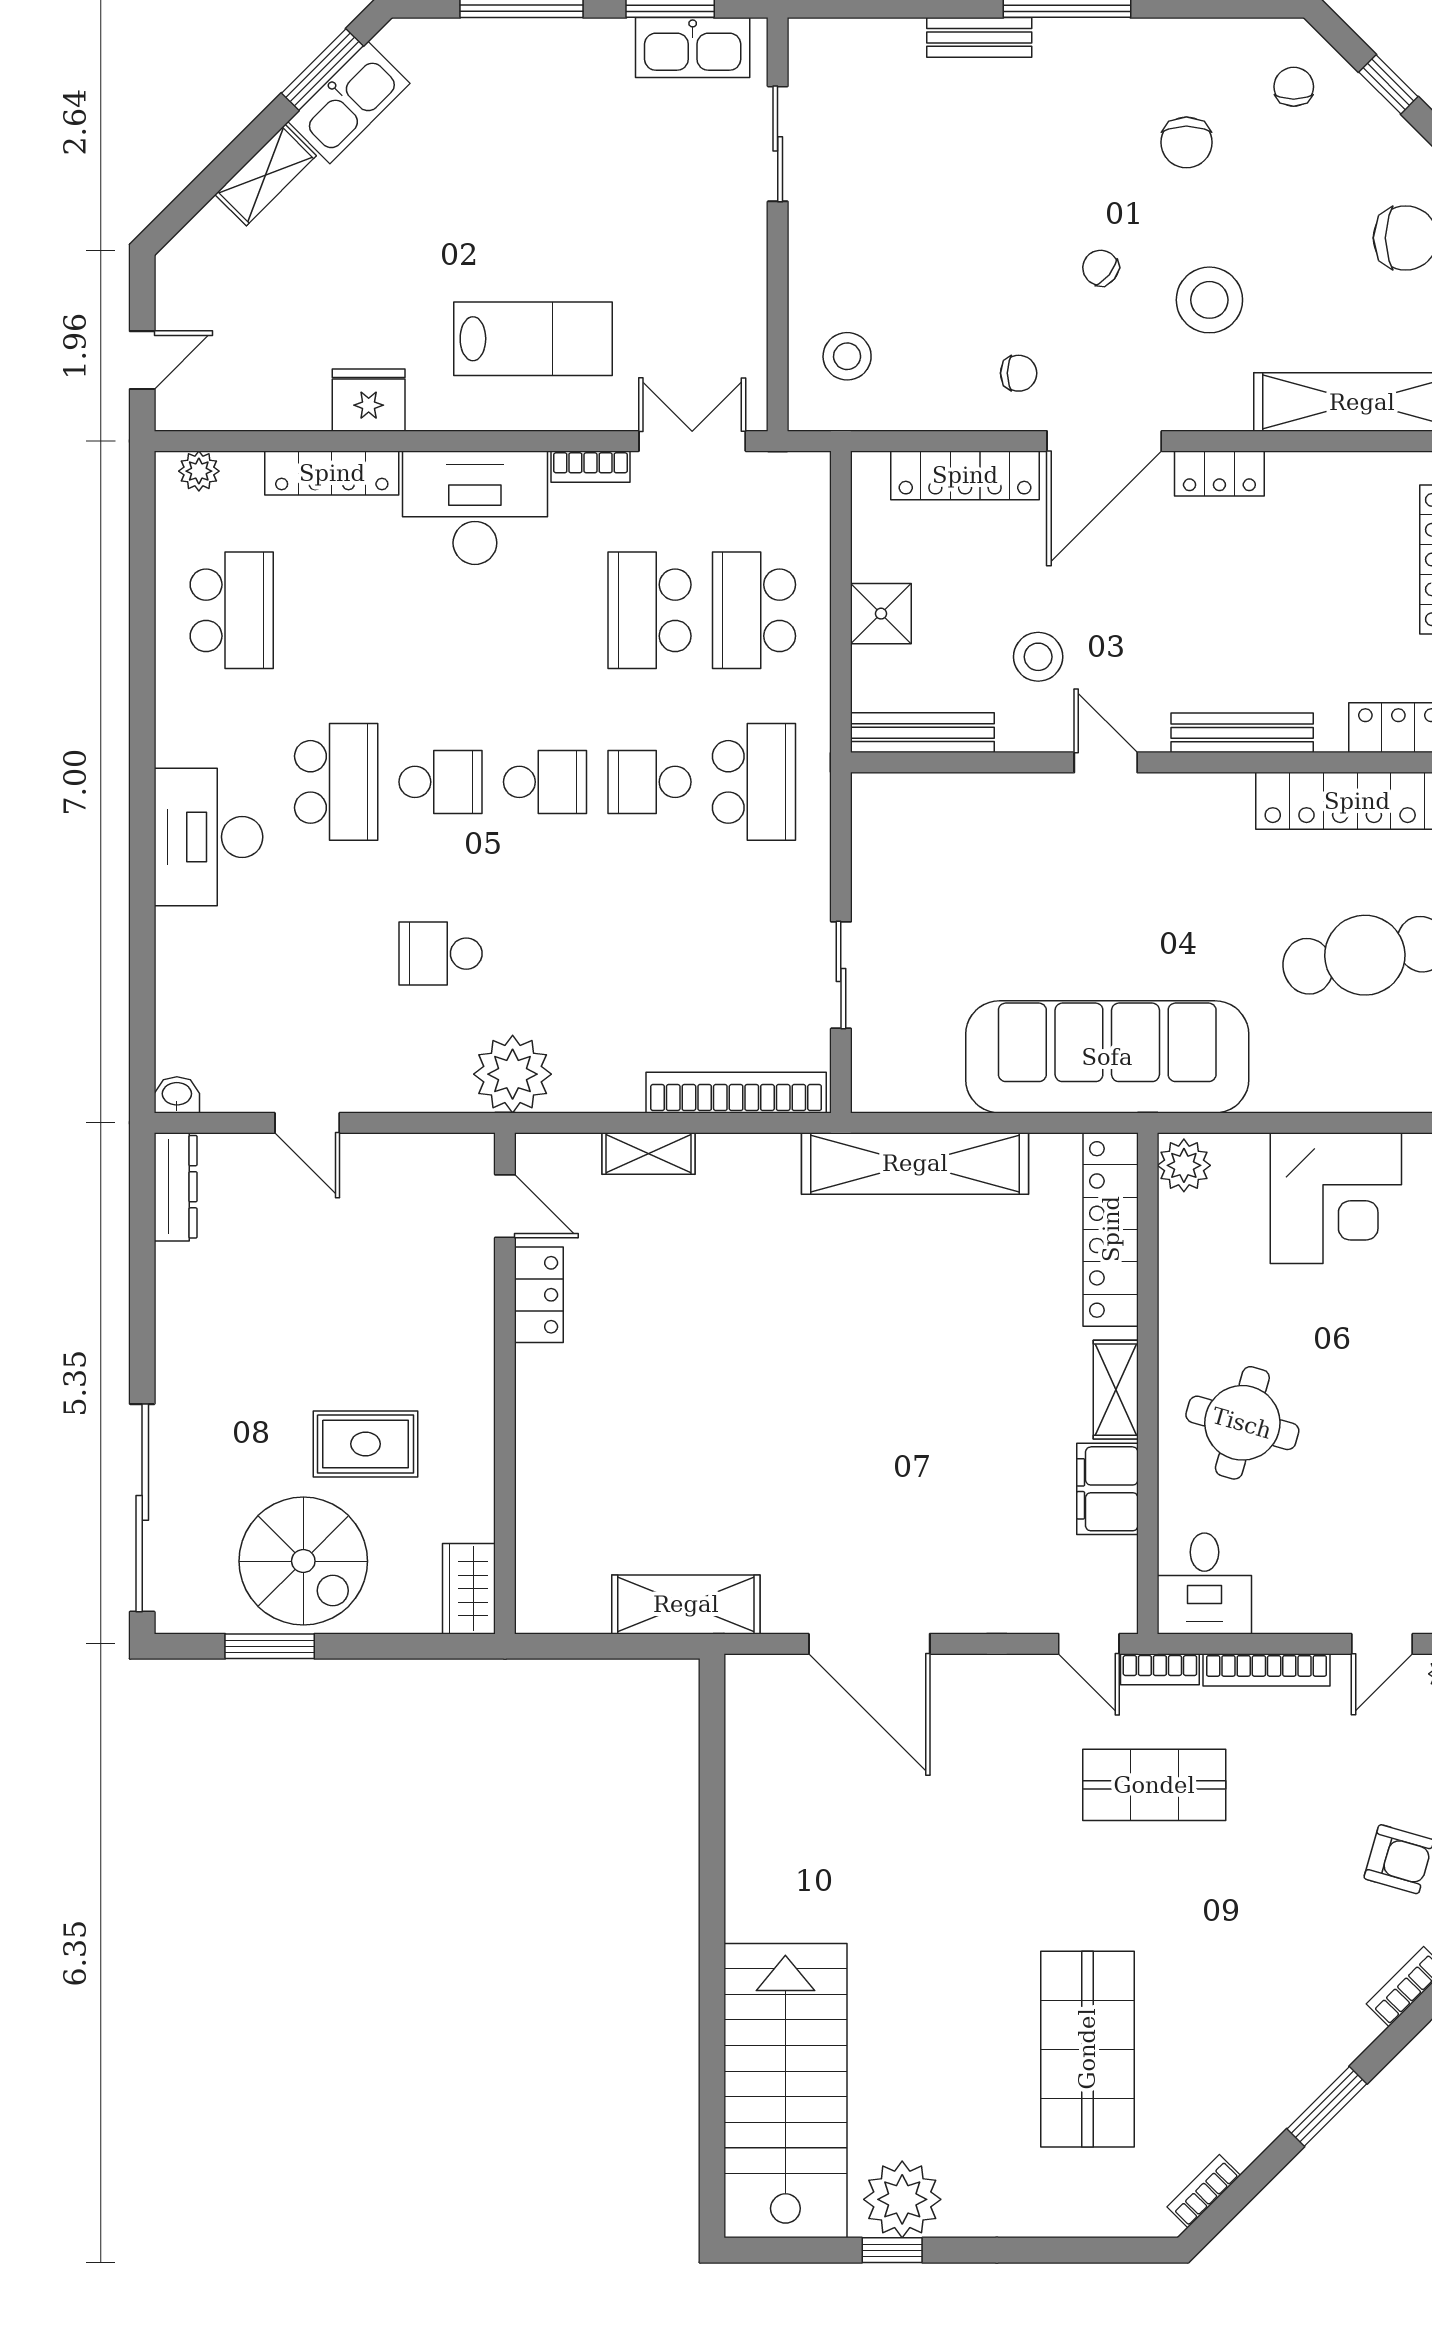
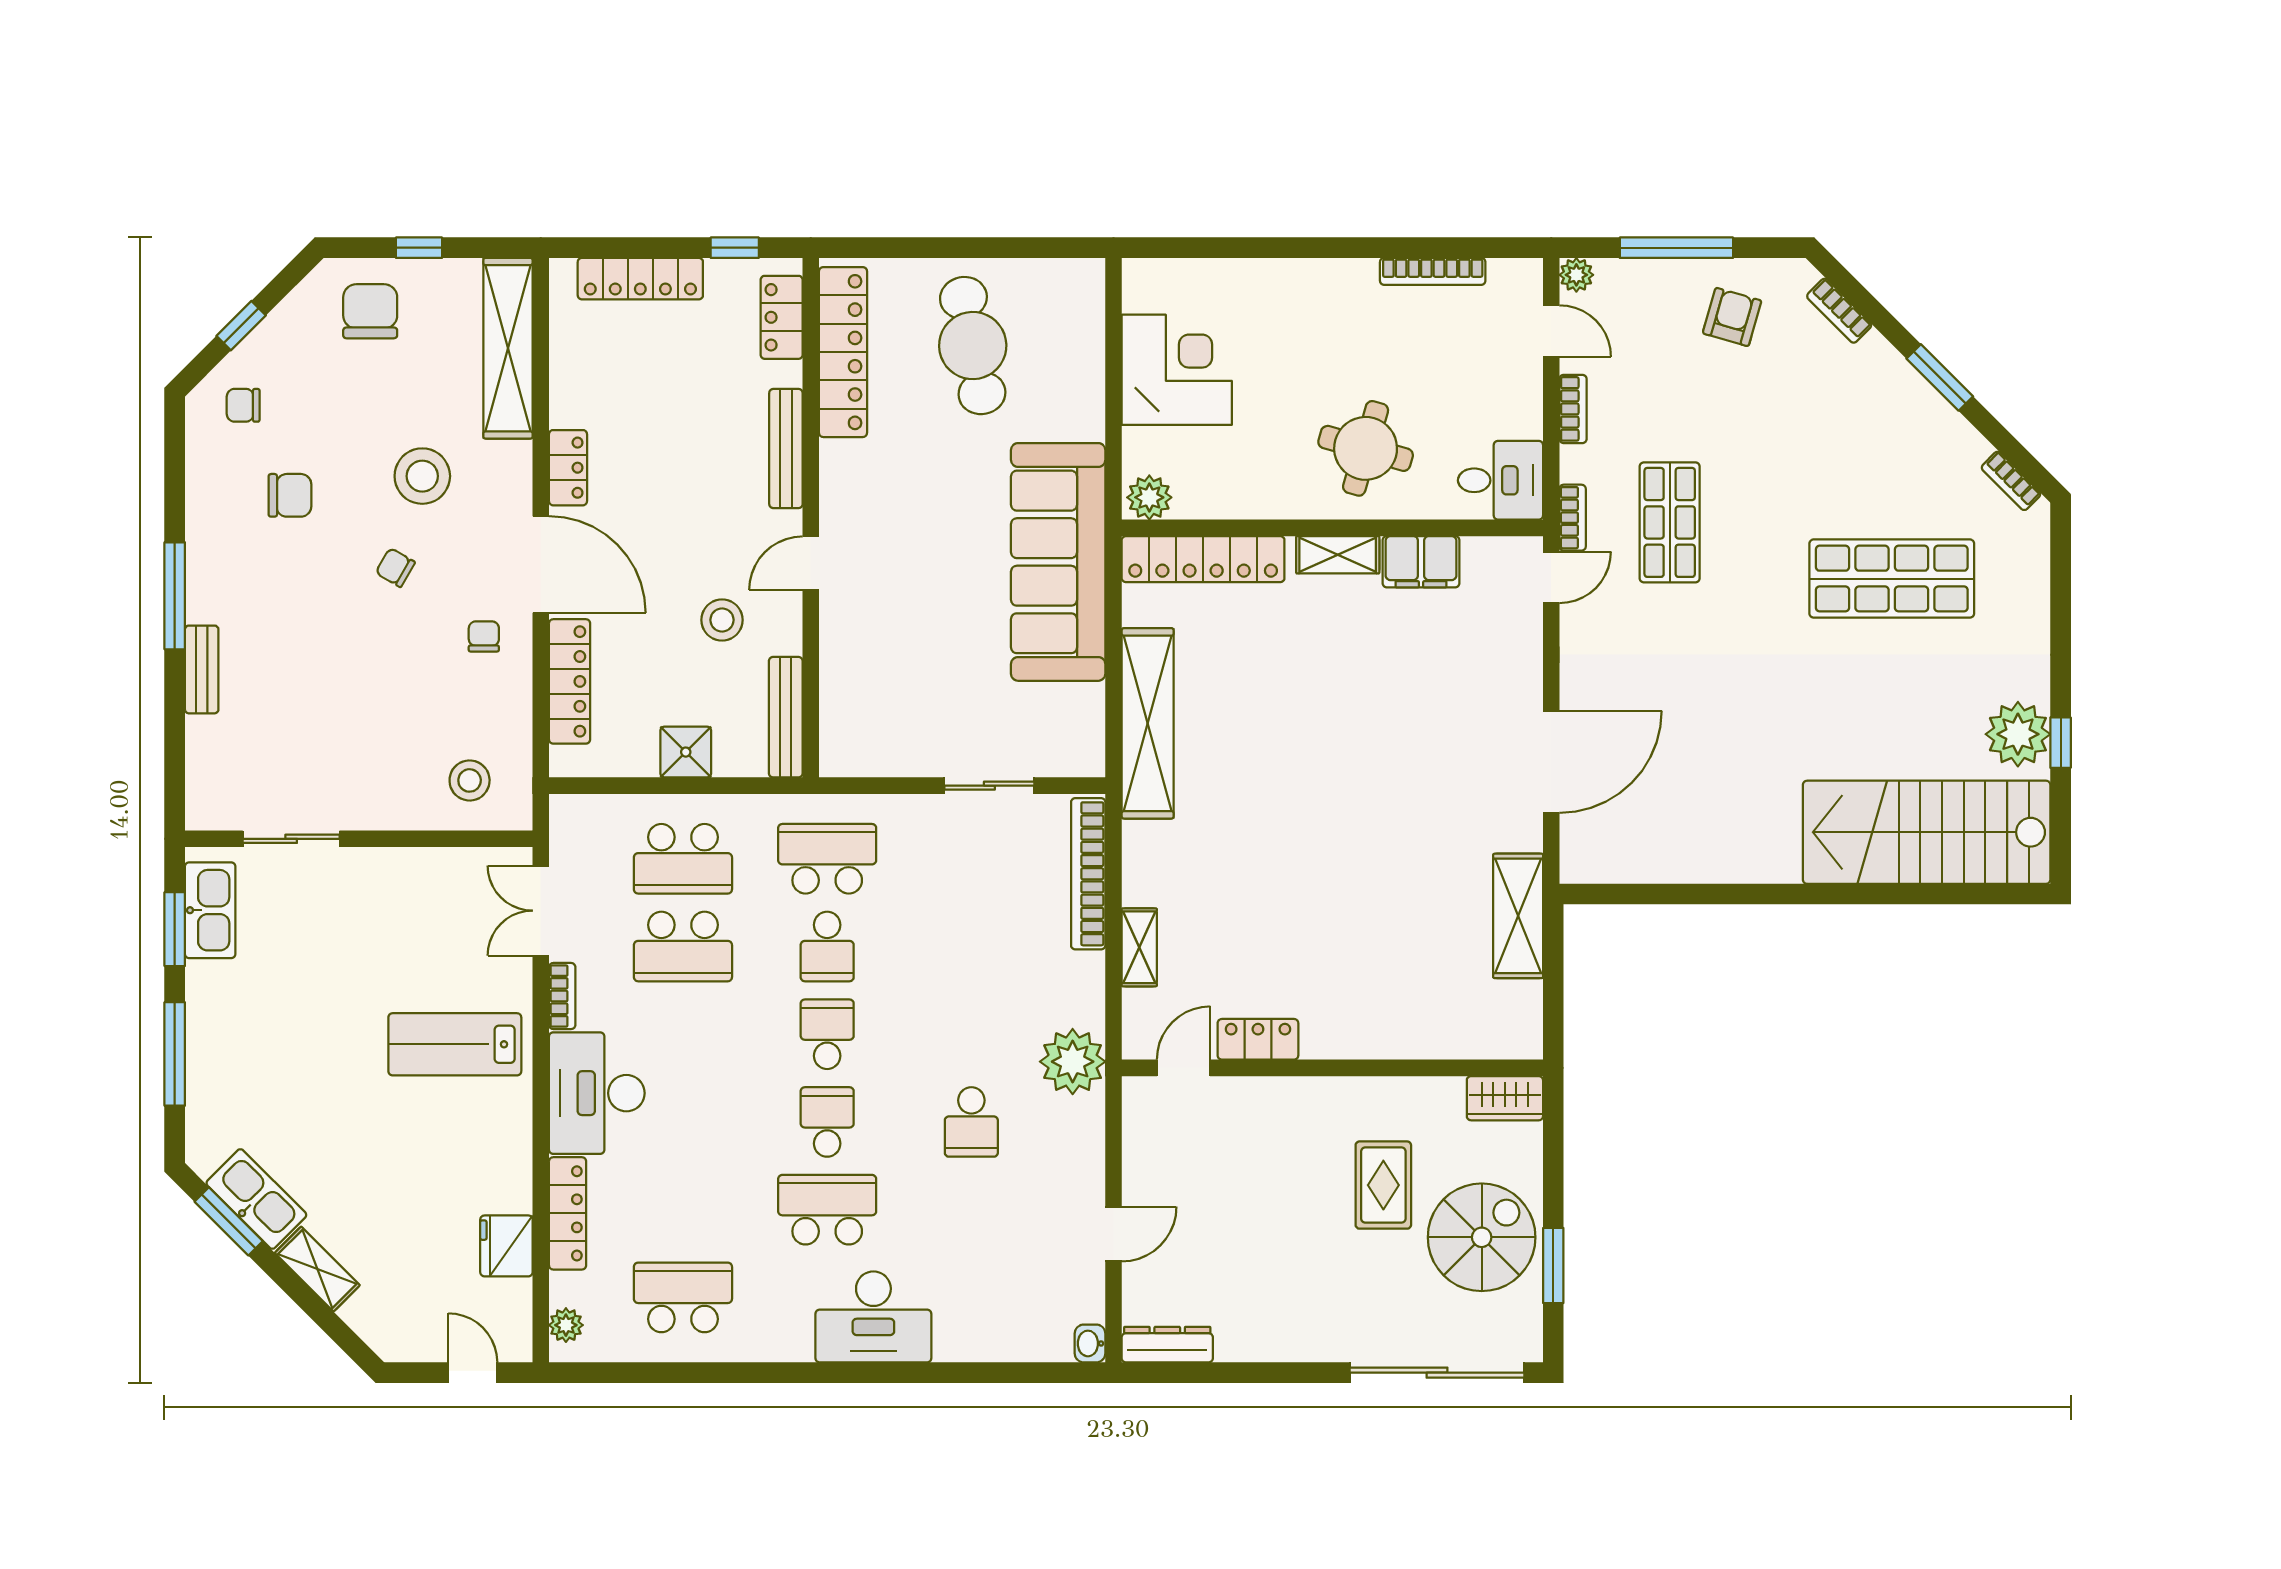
chair: (1101, 268) -> (395, 568), turned 81
lab bench: (533, 339) -> (455, 1044), turned -90
fridge: (369, 400) -> (506, 1246), moved
bookcase: (1267, 1670) -> (1573, 409), width x0.64

